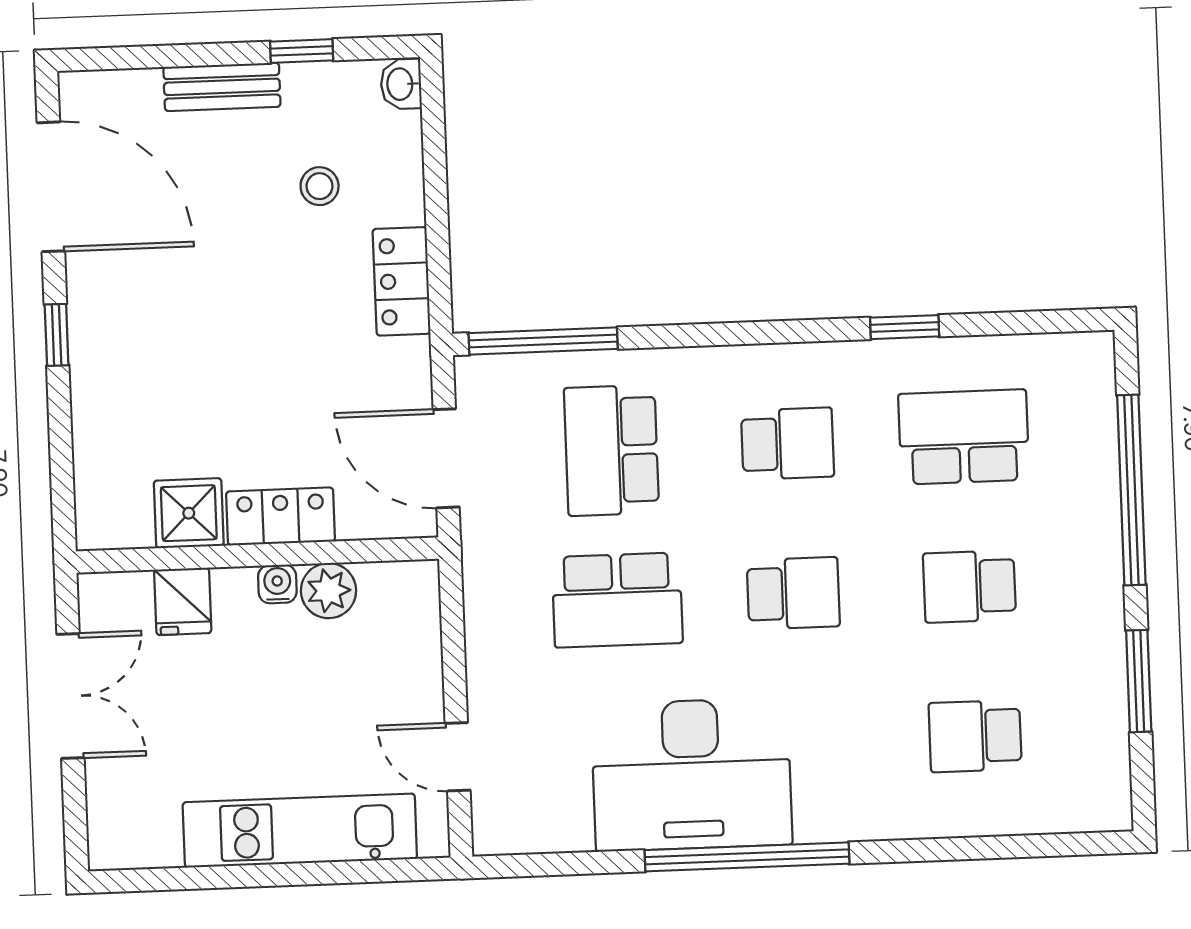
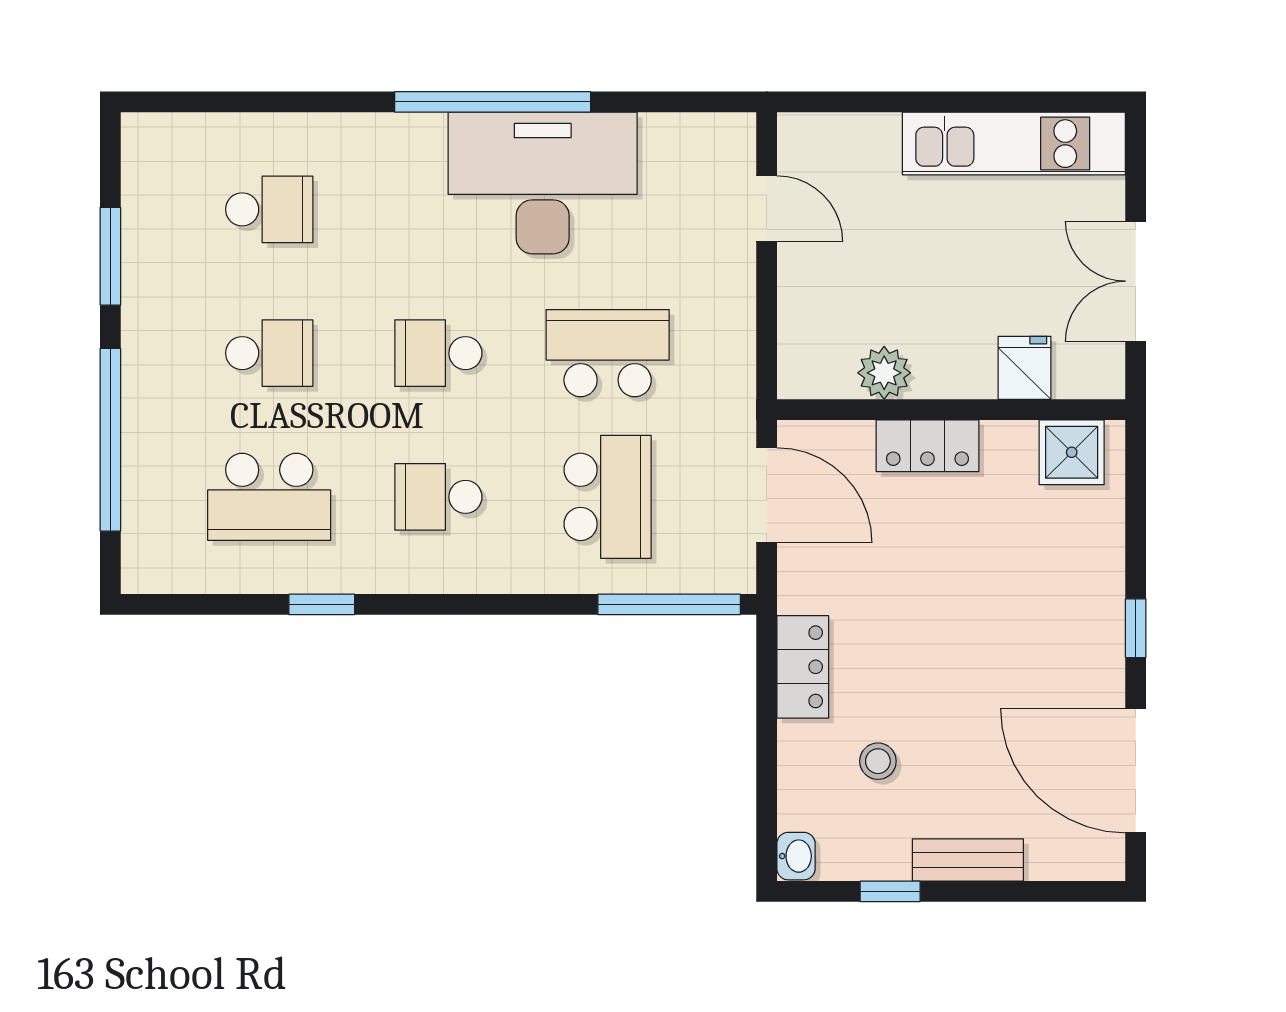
shower: (189, 513) -> (1072, 452), moved
water cooler: (277, 584) -> (933, 381), removed
kitchen unit: (300, 831) -> (1014, 144), moved

